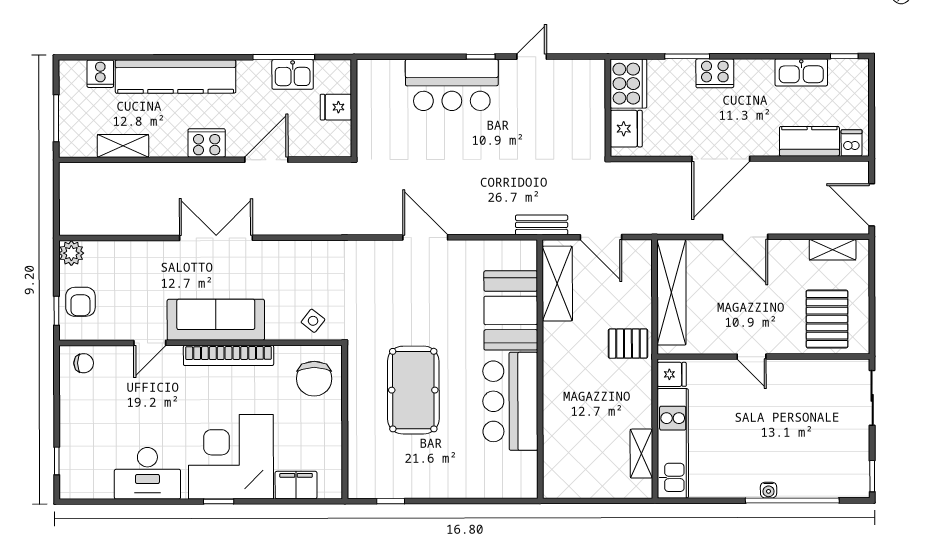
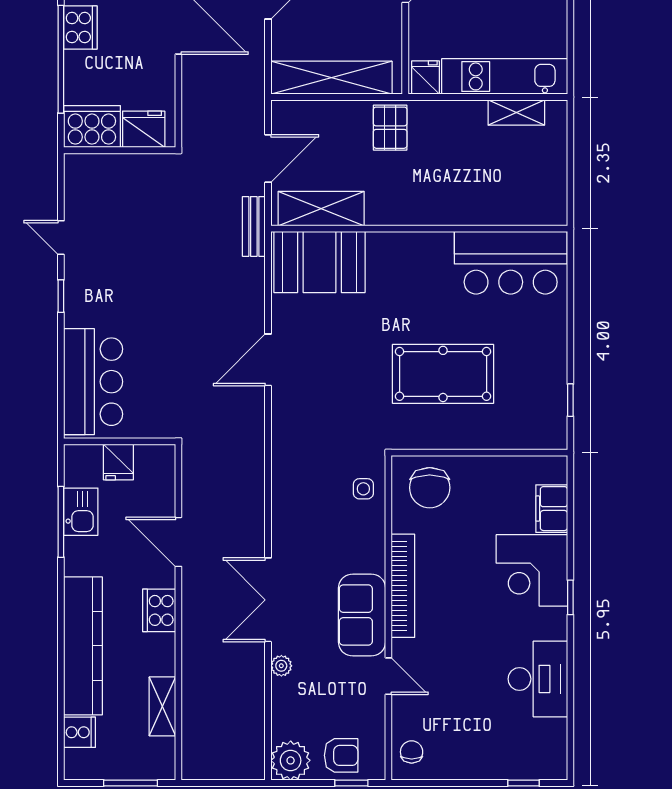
window: (687, 56) -> (61, 59), width x2.11
bar counter: (452, 85) -> (93, 382), moved
plant: (159, 250) -> (281, 666), added
plant: (71, 253) -> (291, 760), width x1.36, depth x1.36
booth: (511, 310) -> (319, 262), moved
sofa: (216, 320) -> (362, 615), width x0.73
side table: (313, 321) -> (363, 489), turned -38
chair: (314, 379) -> (430, 488), turned 90
bar counter: (510, 401) -> (511, 263), moved
corner desk: (231, 457) -> (532, 570), width x0.74, depth x0.74

